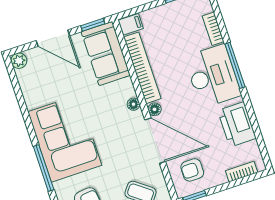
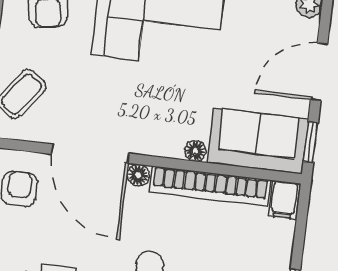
floor lamp: (133, 104) -> (195, 151), moved
door: (155, 141) -> (90, 154), hinge flipped

